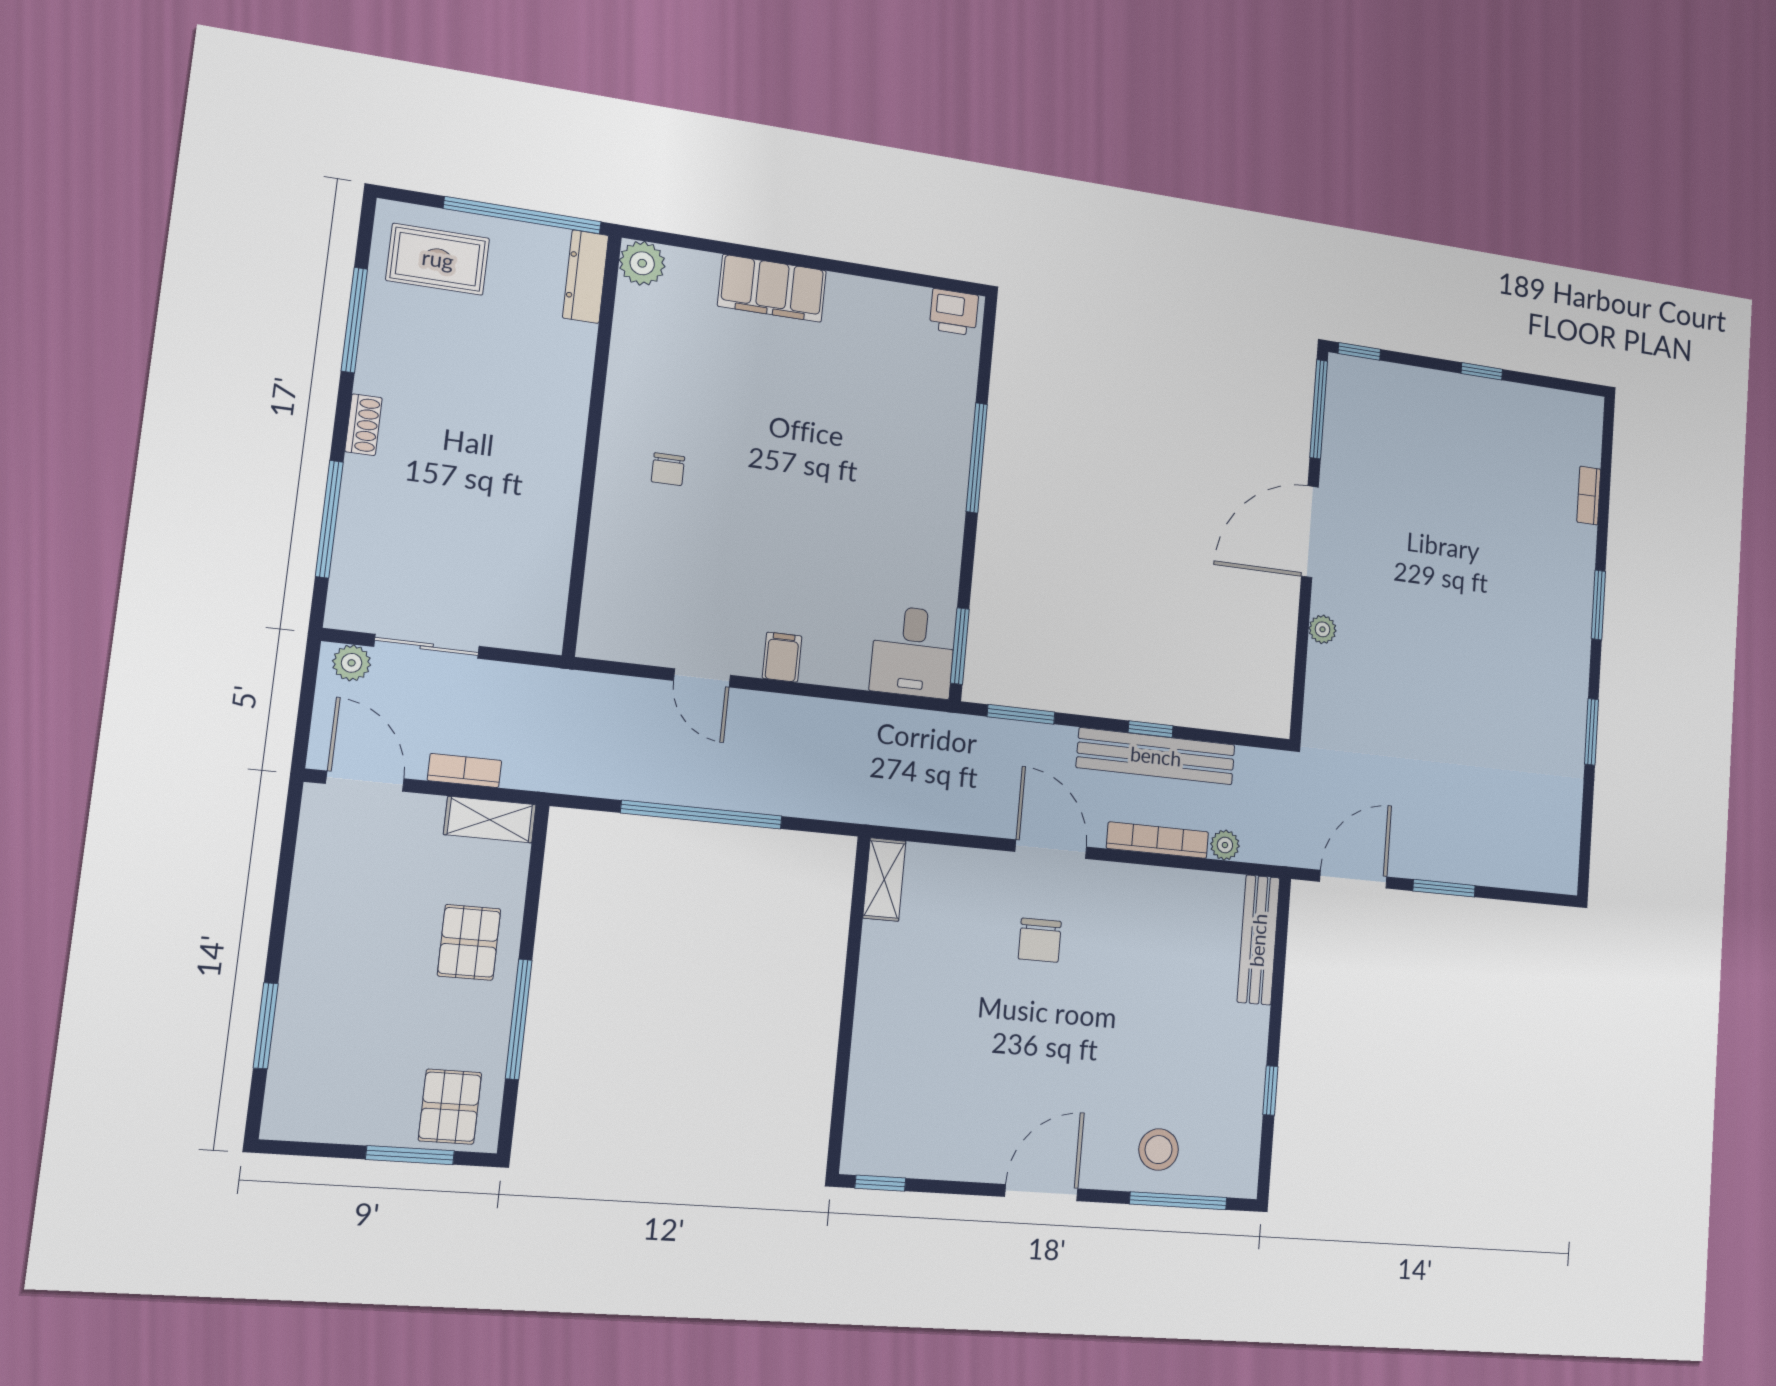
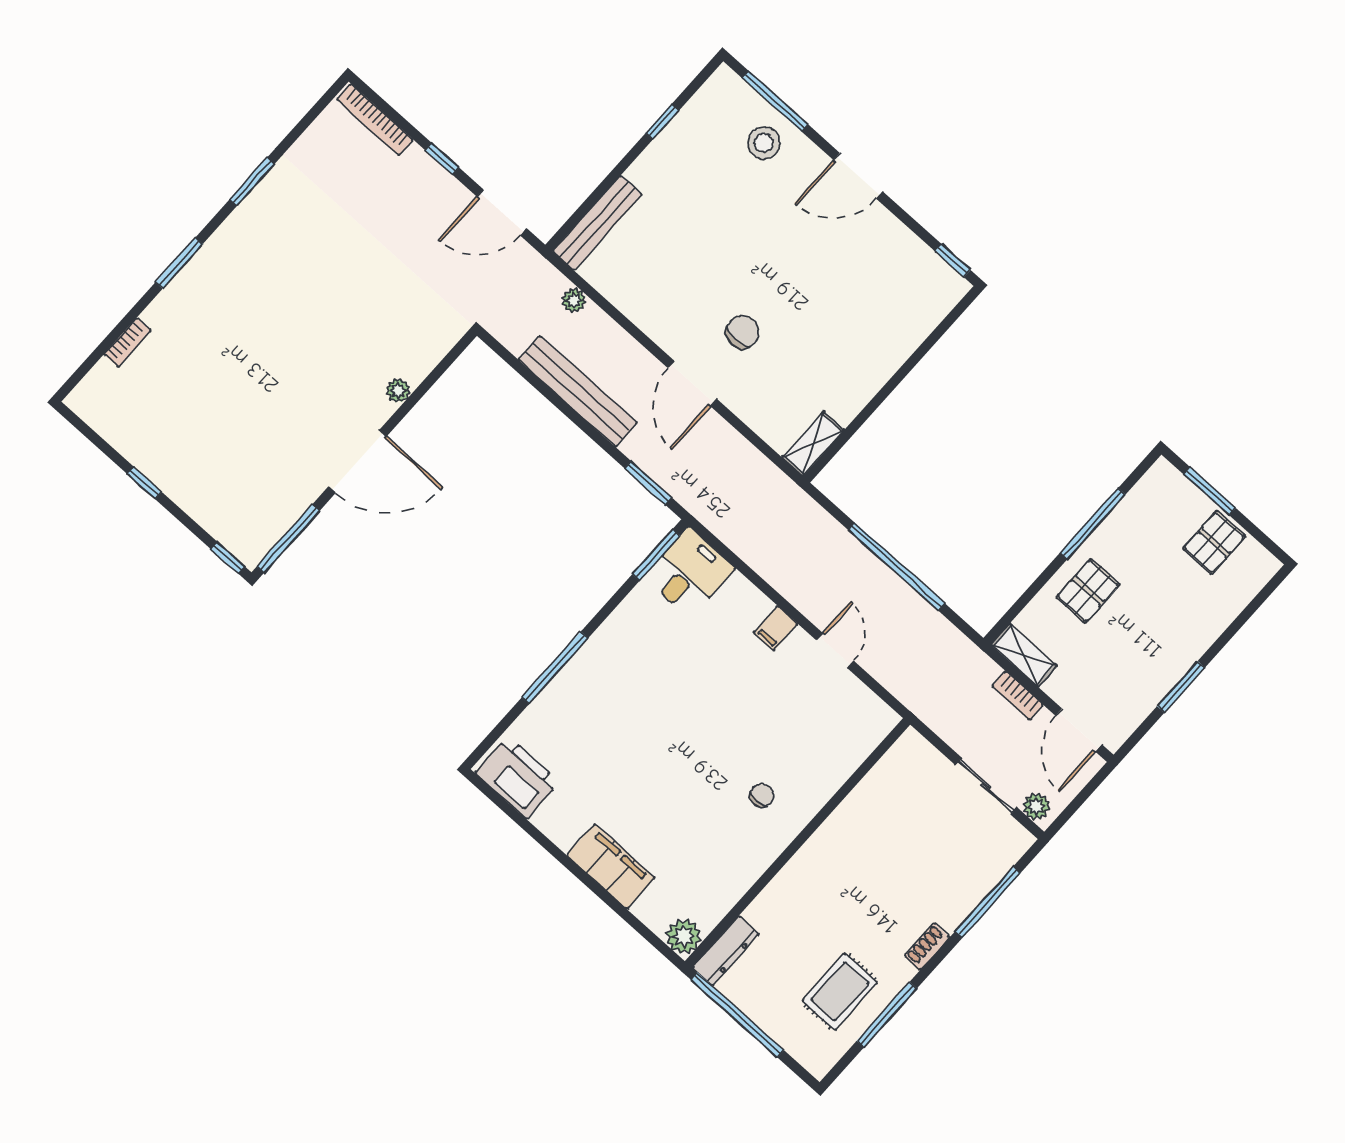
rug: (438, 259) -> (840, 991), moved, turned 90
printer: (954, 312) -> (517, 777), width x1.87, depth x1.48
window: (1151, 729) -> (568, 411), removed
bookcase: (1158, 840) -> (375, 120), moved
window: (1444, 888) -> (442, 159), width x0.67
window: (266, 1026) -> (1181, 687), moved
pallet: (450, 1107) -> (1214, 543), moved

